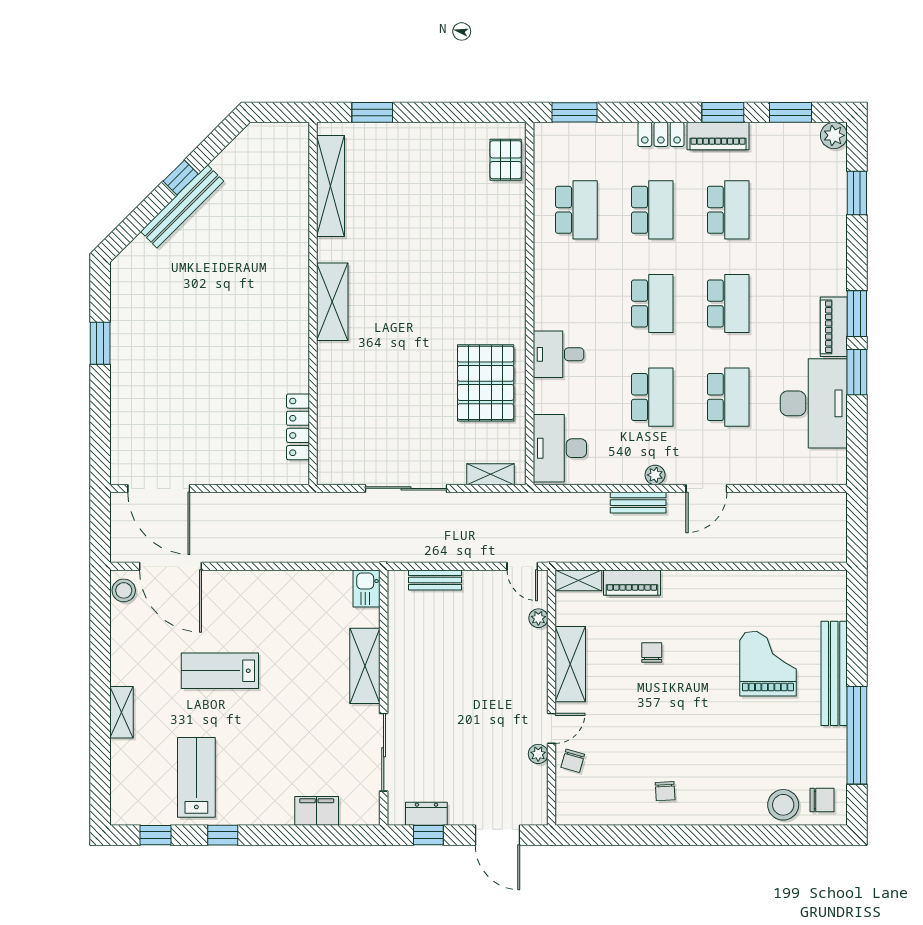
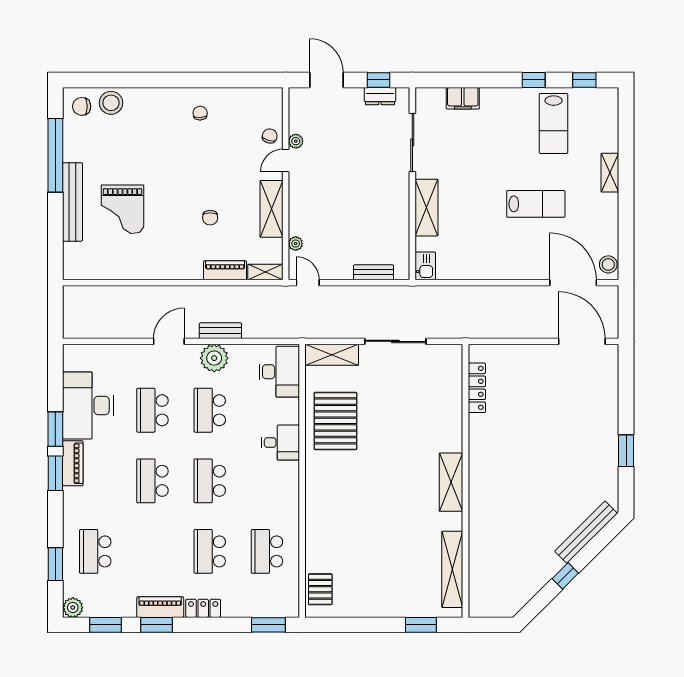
bench: (182, 206) -> (586, 532), moved
school desk: (728, 210) -> (95, 551), moved
shelving: (491, 474) -> (332, 355), width x1.50, depth x1.33
plant: (655, 475) -> (214, 358), width x1.87, depth x1.87

